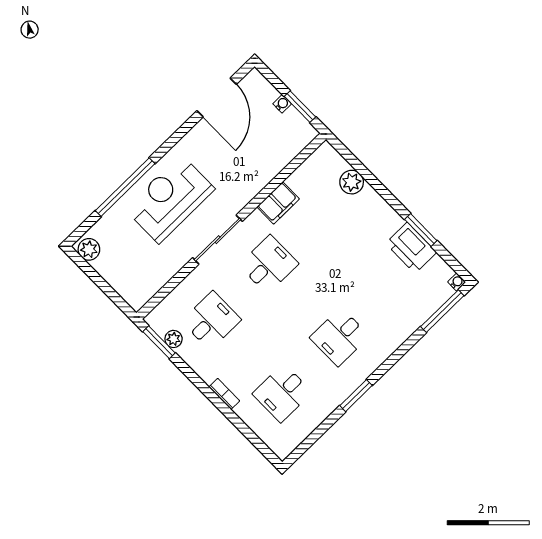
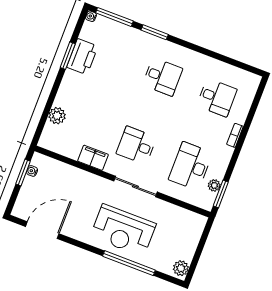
water cooler: (282, 104) -> (32, 171), moved
desk: (211, 321) -> (191, 166), width x1.37
window: (356, 396) -> (155, 32), moved

